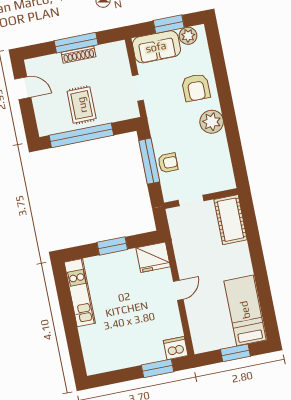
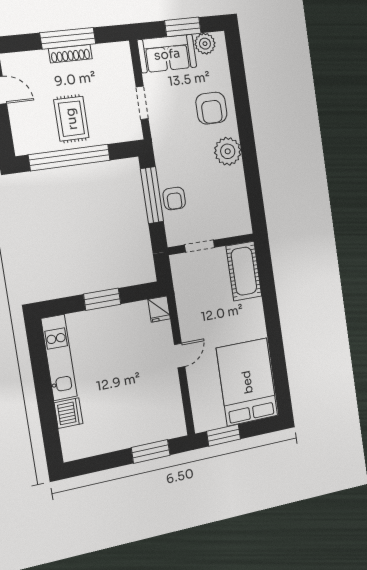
armchair: (168, 163) -> (174, 198), turned 90
fridge: (153, 257) -> (159, 309), width x0.53, depth x0.75
bed: (245, 310) -> (247, 382), width x1.50
dishwasher: (176, 348) -> (68, 413), moved, turned 90
window: (235, 353) -> (224, 435), moved

